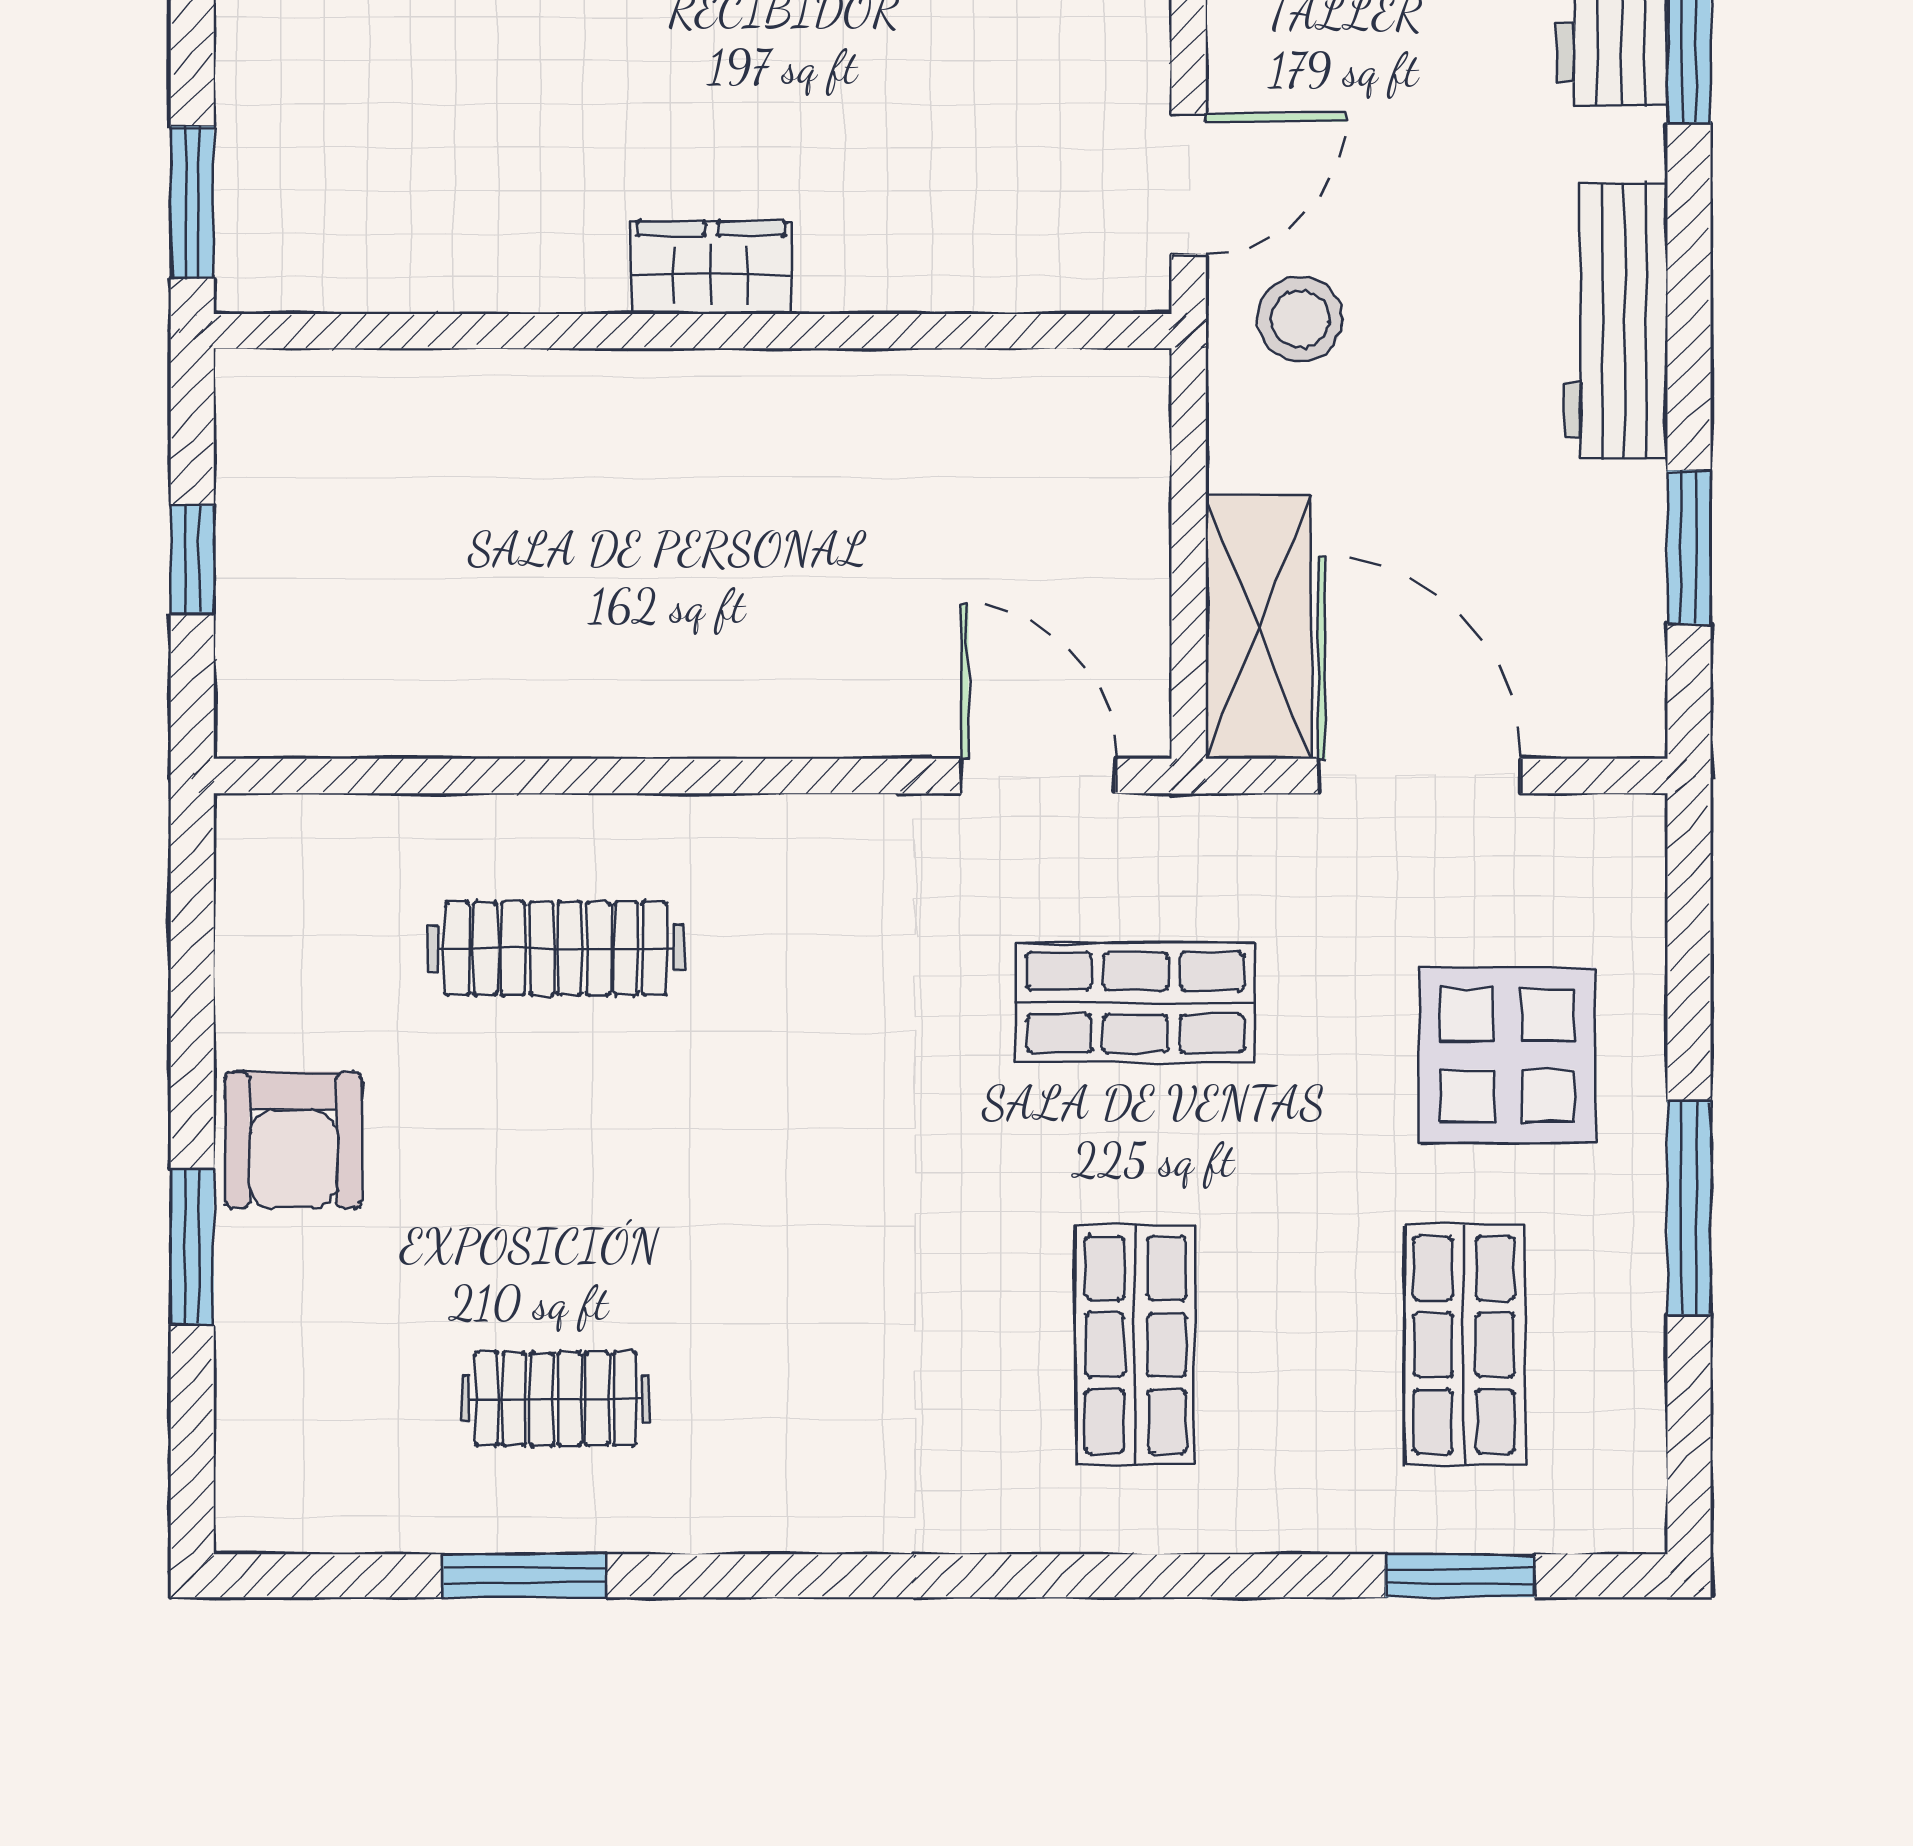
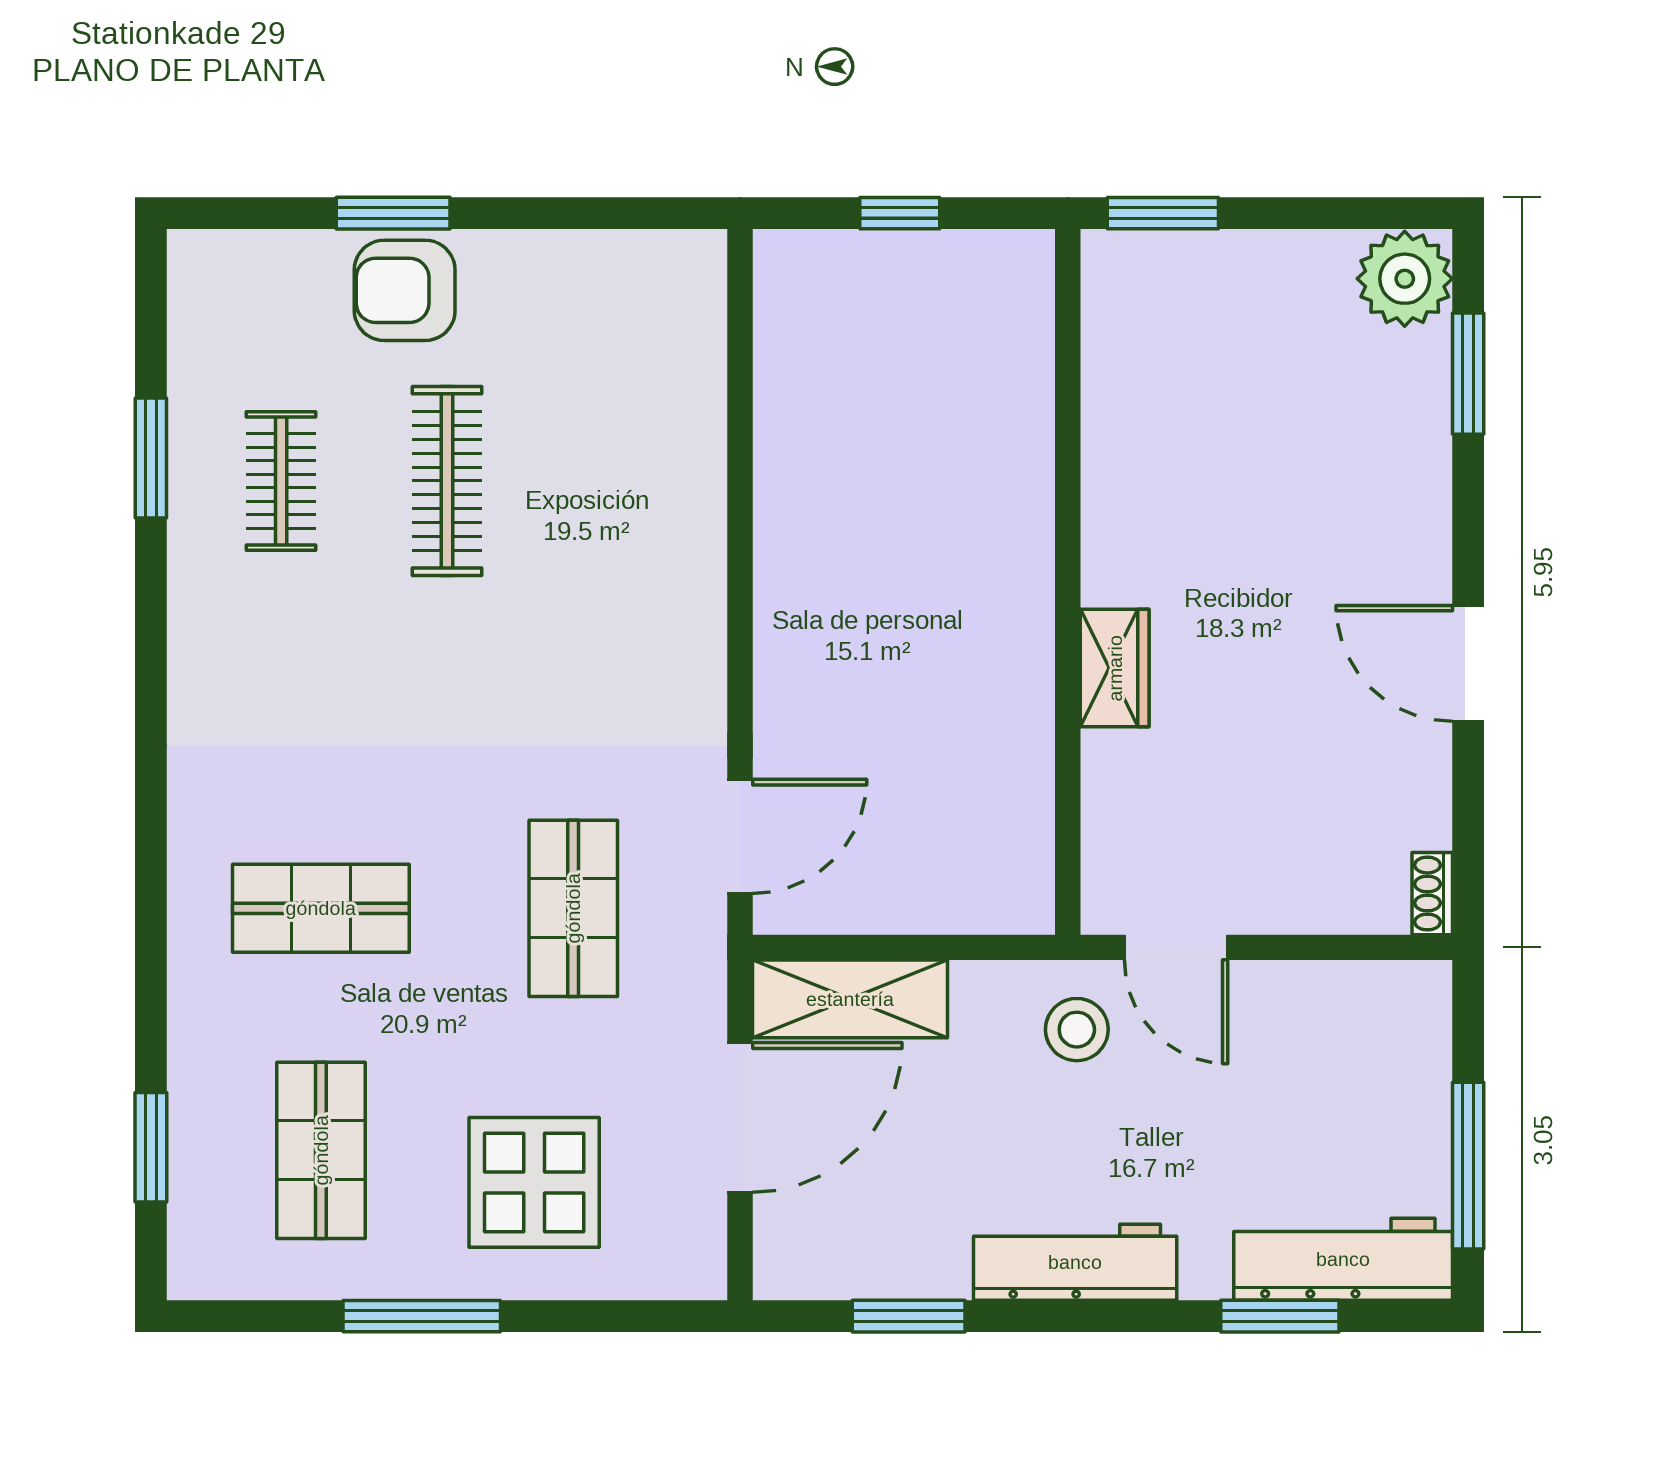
wardrobe: (711, 268) -> (1115, 668), moved
clothes rail: (556, 948) -> (447, 481), moved
armchair: (293, 1140) -> (405, 290), moved
shop shelf: (1464, 1345) -> (321, 1150), turned 90

